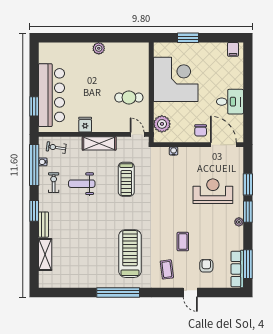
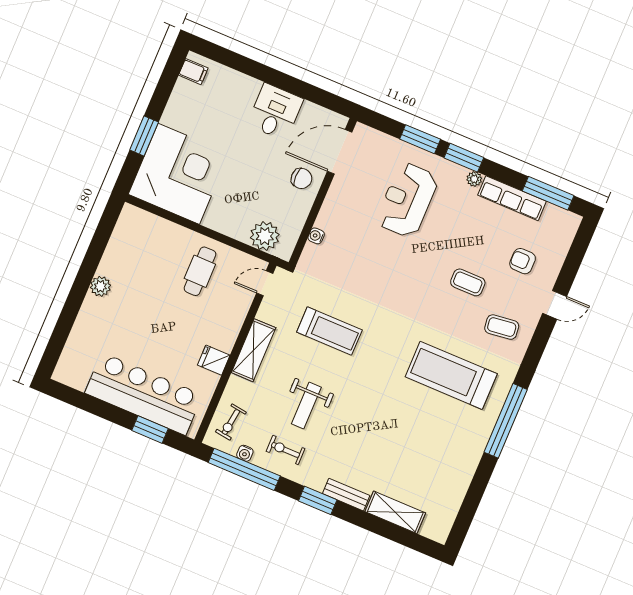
corner desk: (176, 79) -> (179, 174), moved, turned 90
row of seats: (237, 269) -> (512, 198), moved

